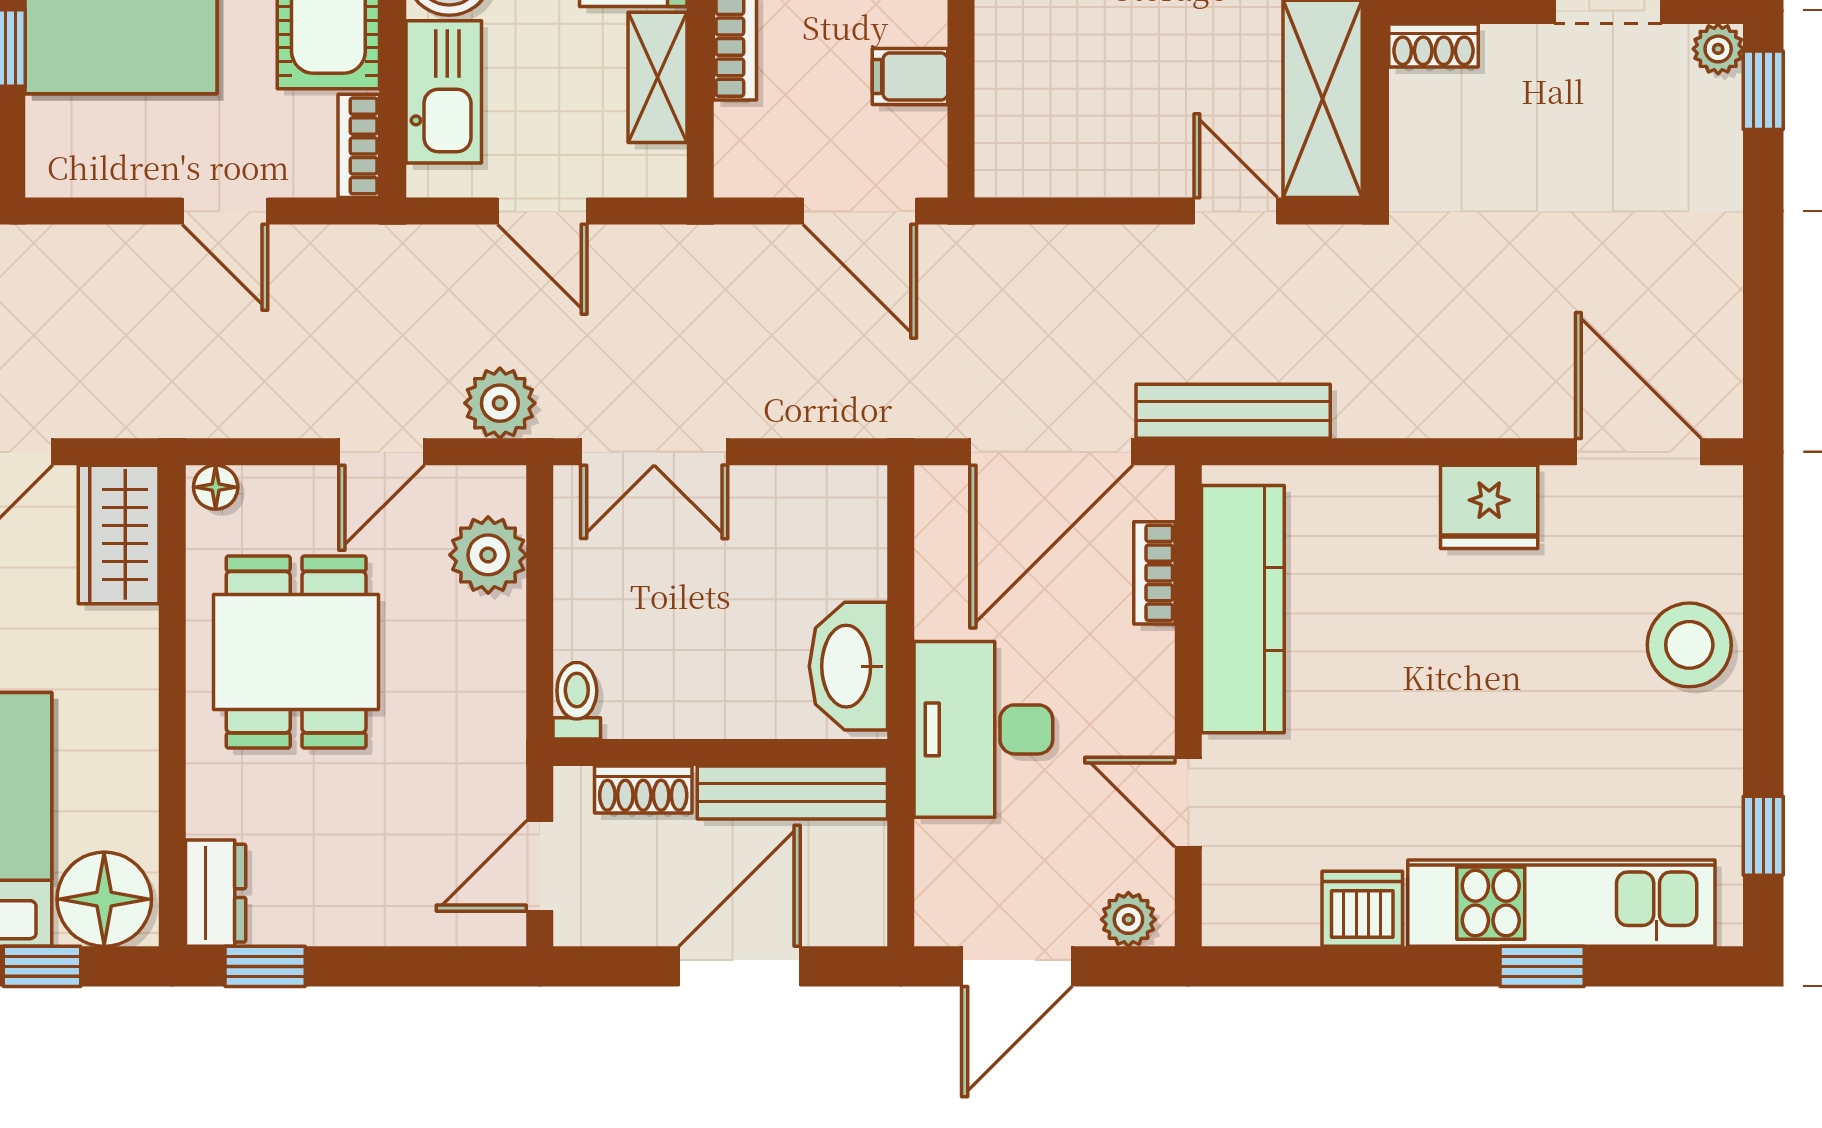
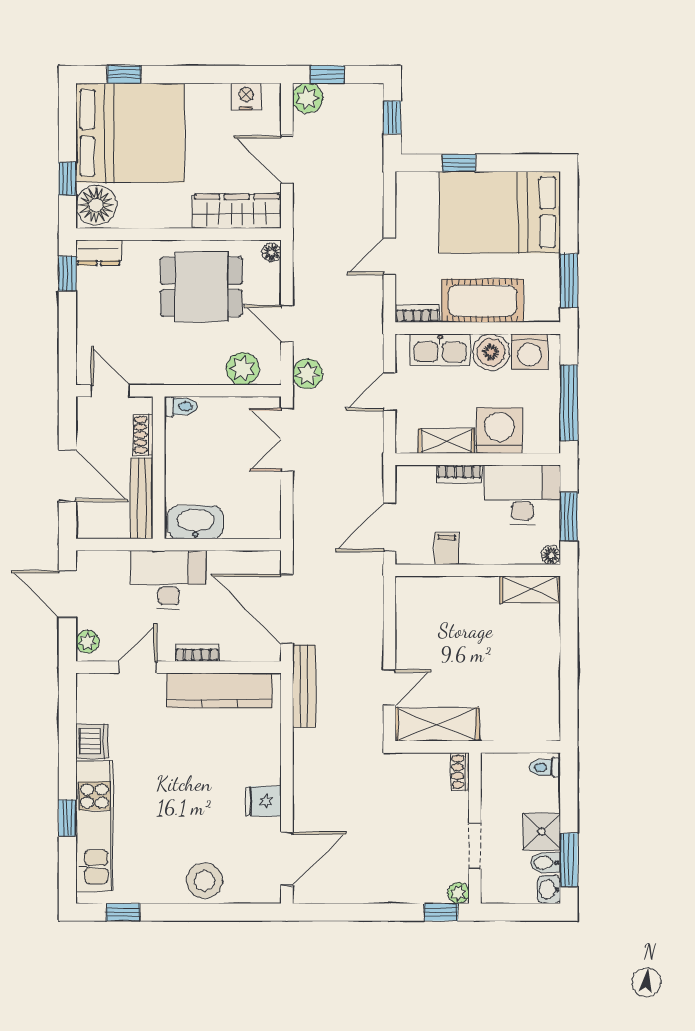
fridge: (1489, 507) -> (263, 801), width x0.72
wardrobe: (119, 534) -> (237, 211), width x1.50
bookcase: (1154, 573) -> (197, 653), moved

